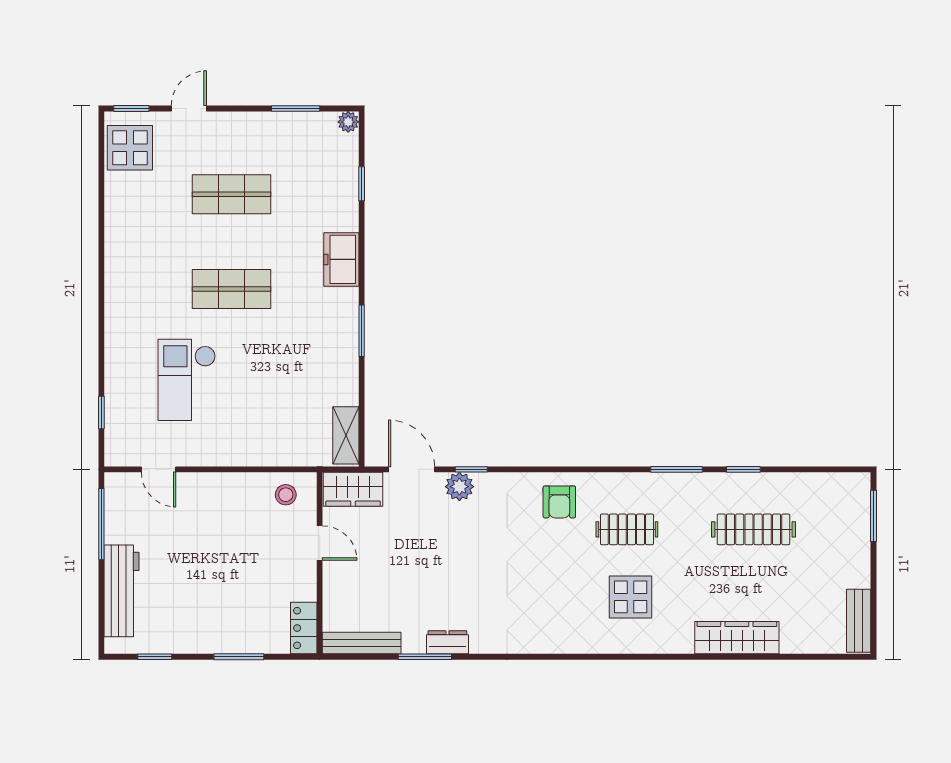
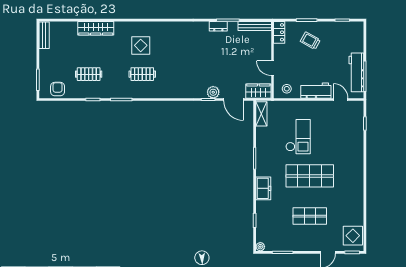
shop shelf: (231, 289) -> (310, 176), width x1.43, depth x1.36
checkout: (187, 380) -> (298, 137), moved
workbench: (217, 490) -> (316, 91), added
armchair: (559, 502) -> (58, 89), moved
clothes rail: (754, 529) -> (89, 74), width x0.73
workbench: (122, 591) -> (356, 72), moved
trolley: (230, 608) -> (310, 41), added

